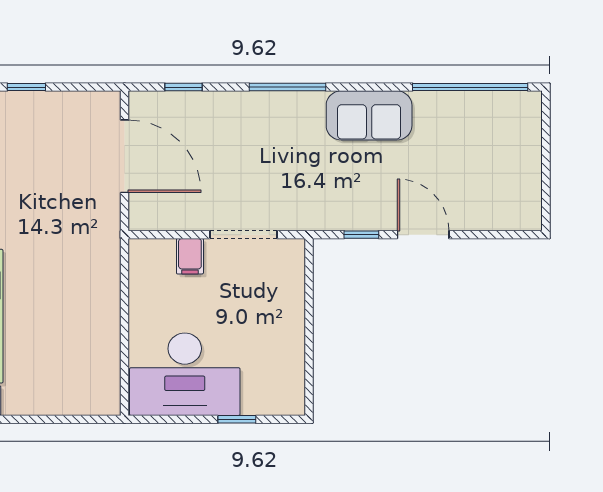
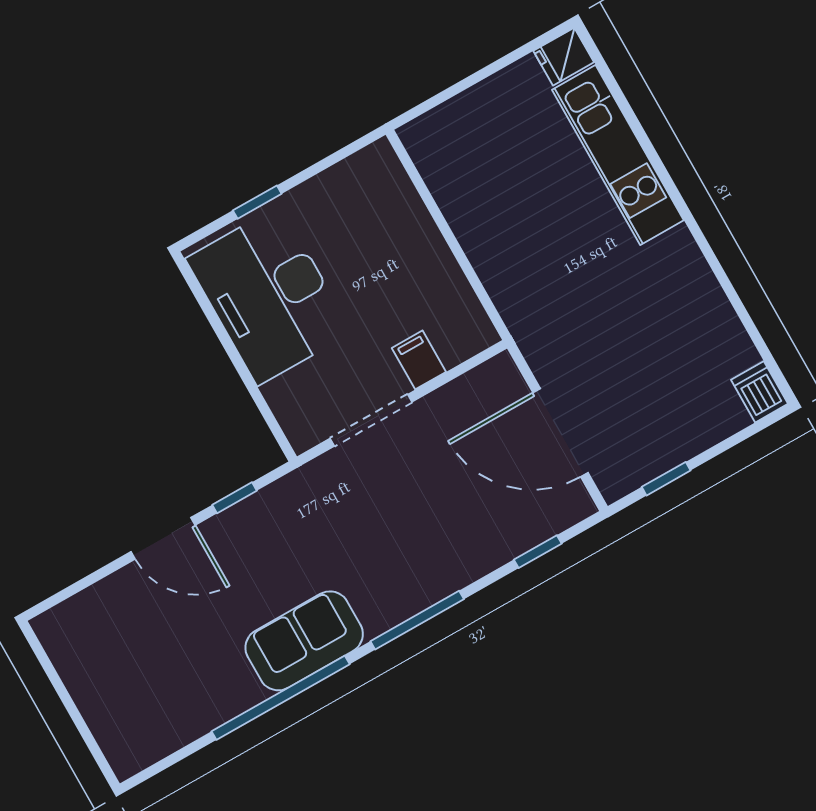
window: (26, 87) -> (666, 479), moved
window: (470, 87) -> (281, 698), moved
desk: (185, 374) -> (269, 295), moved, turned -90

